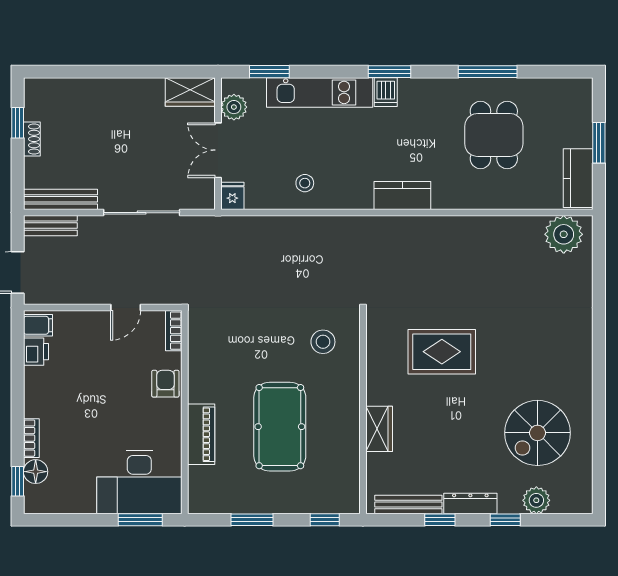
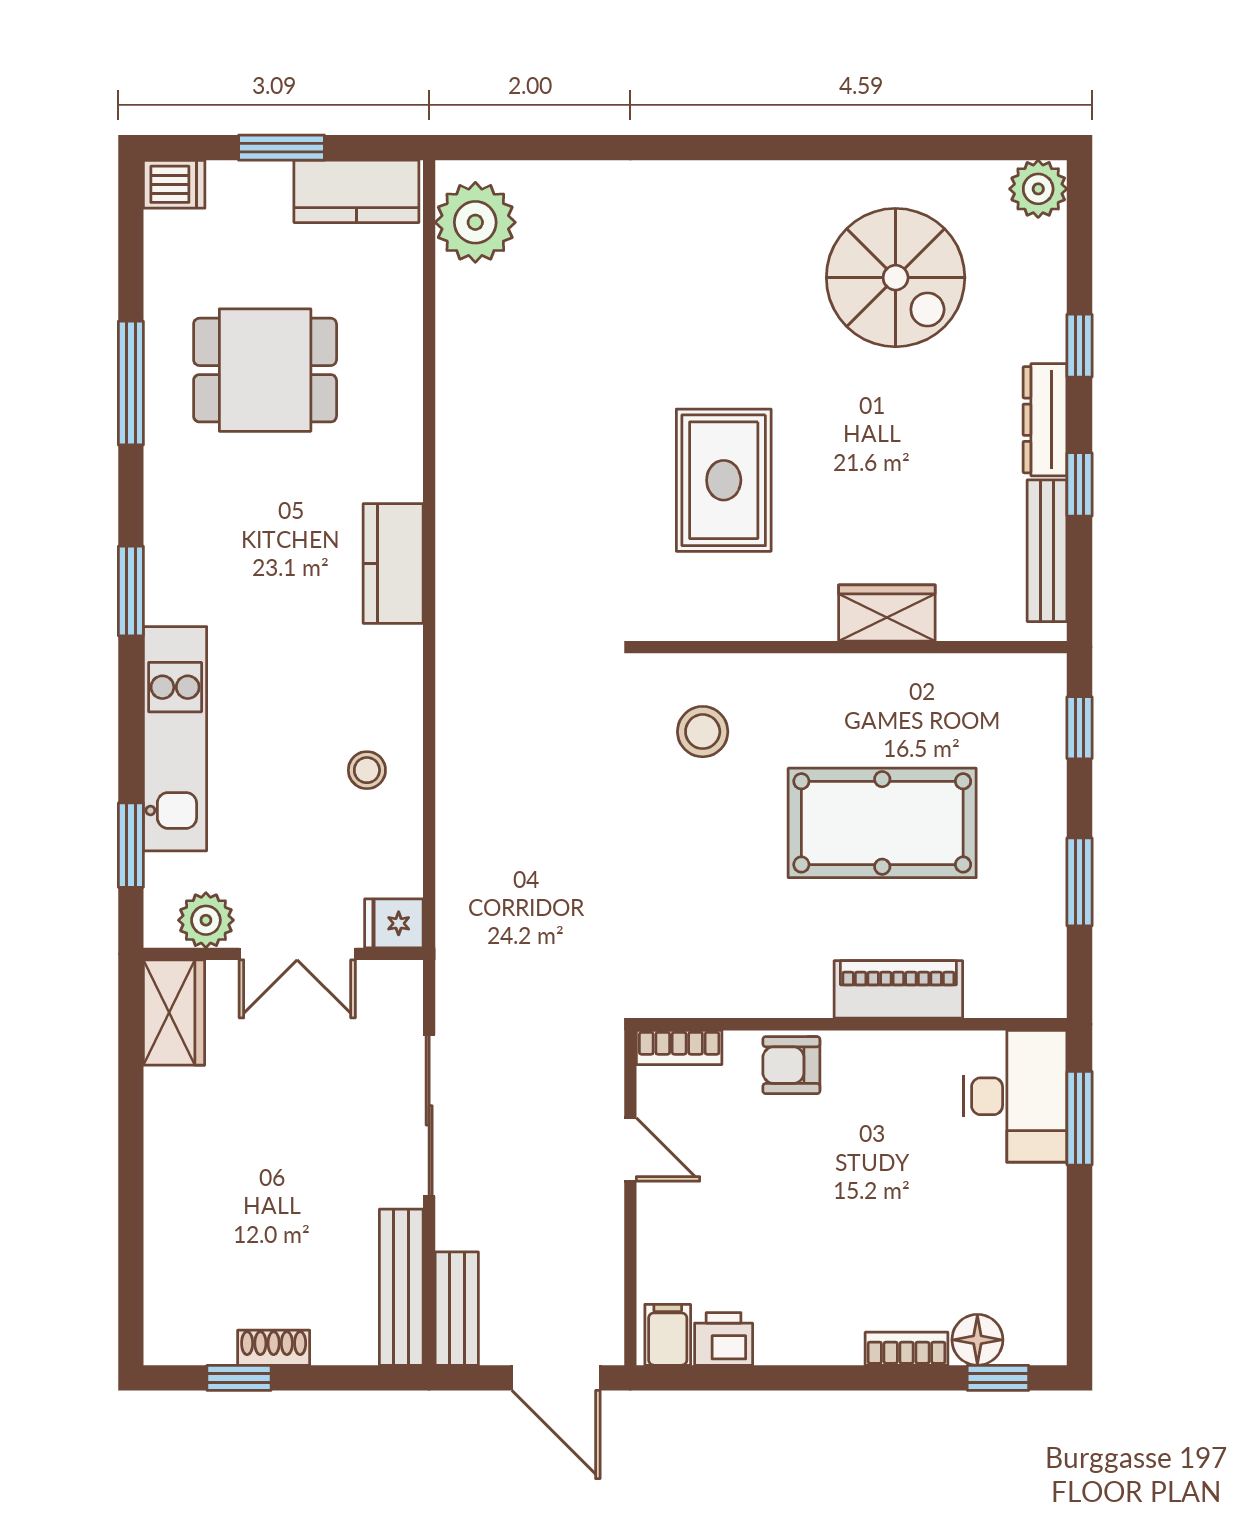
dishwasher: (386, 92) -> (174, 184), moved
desk: (139, 482) -> (1015, 1096), width x0.73, depth x0.77
plant: (536, 500) -> (1038, 189), moved

